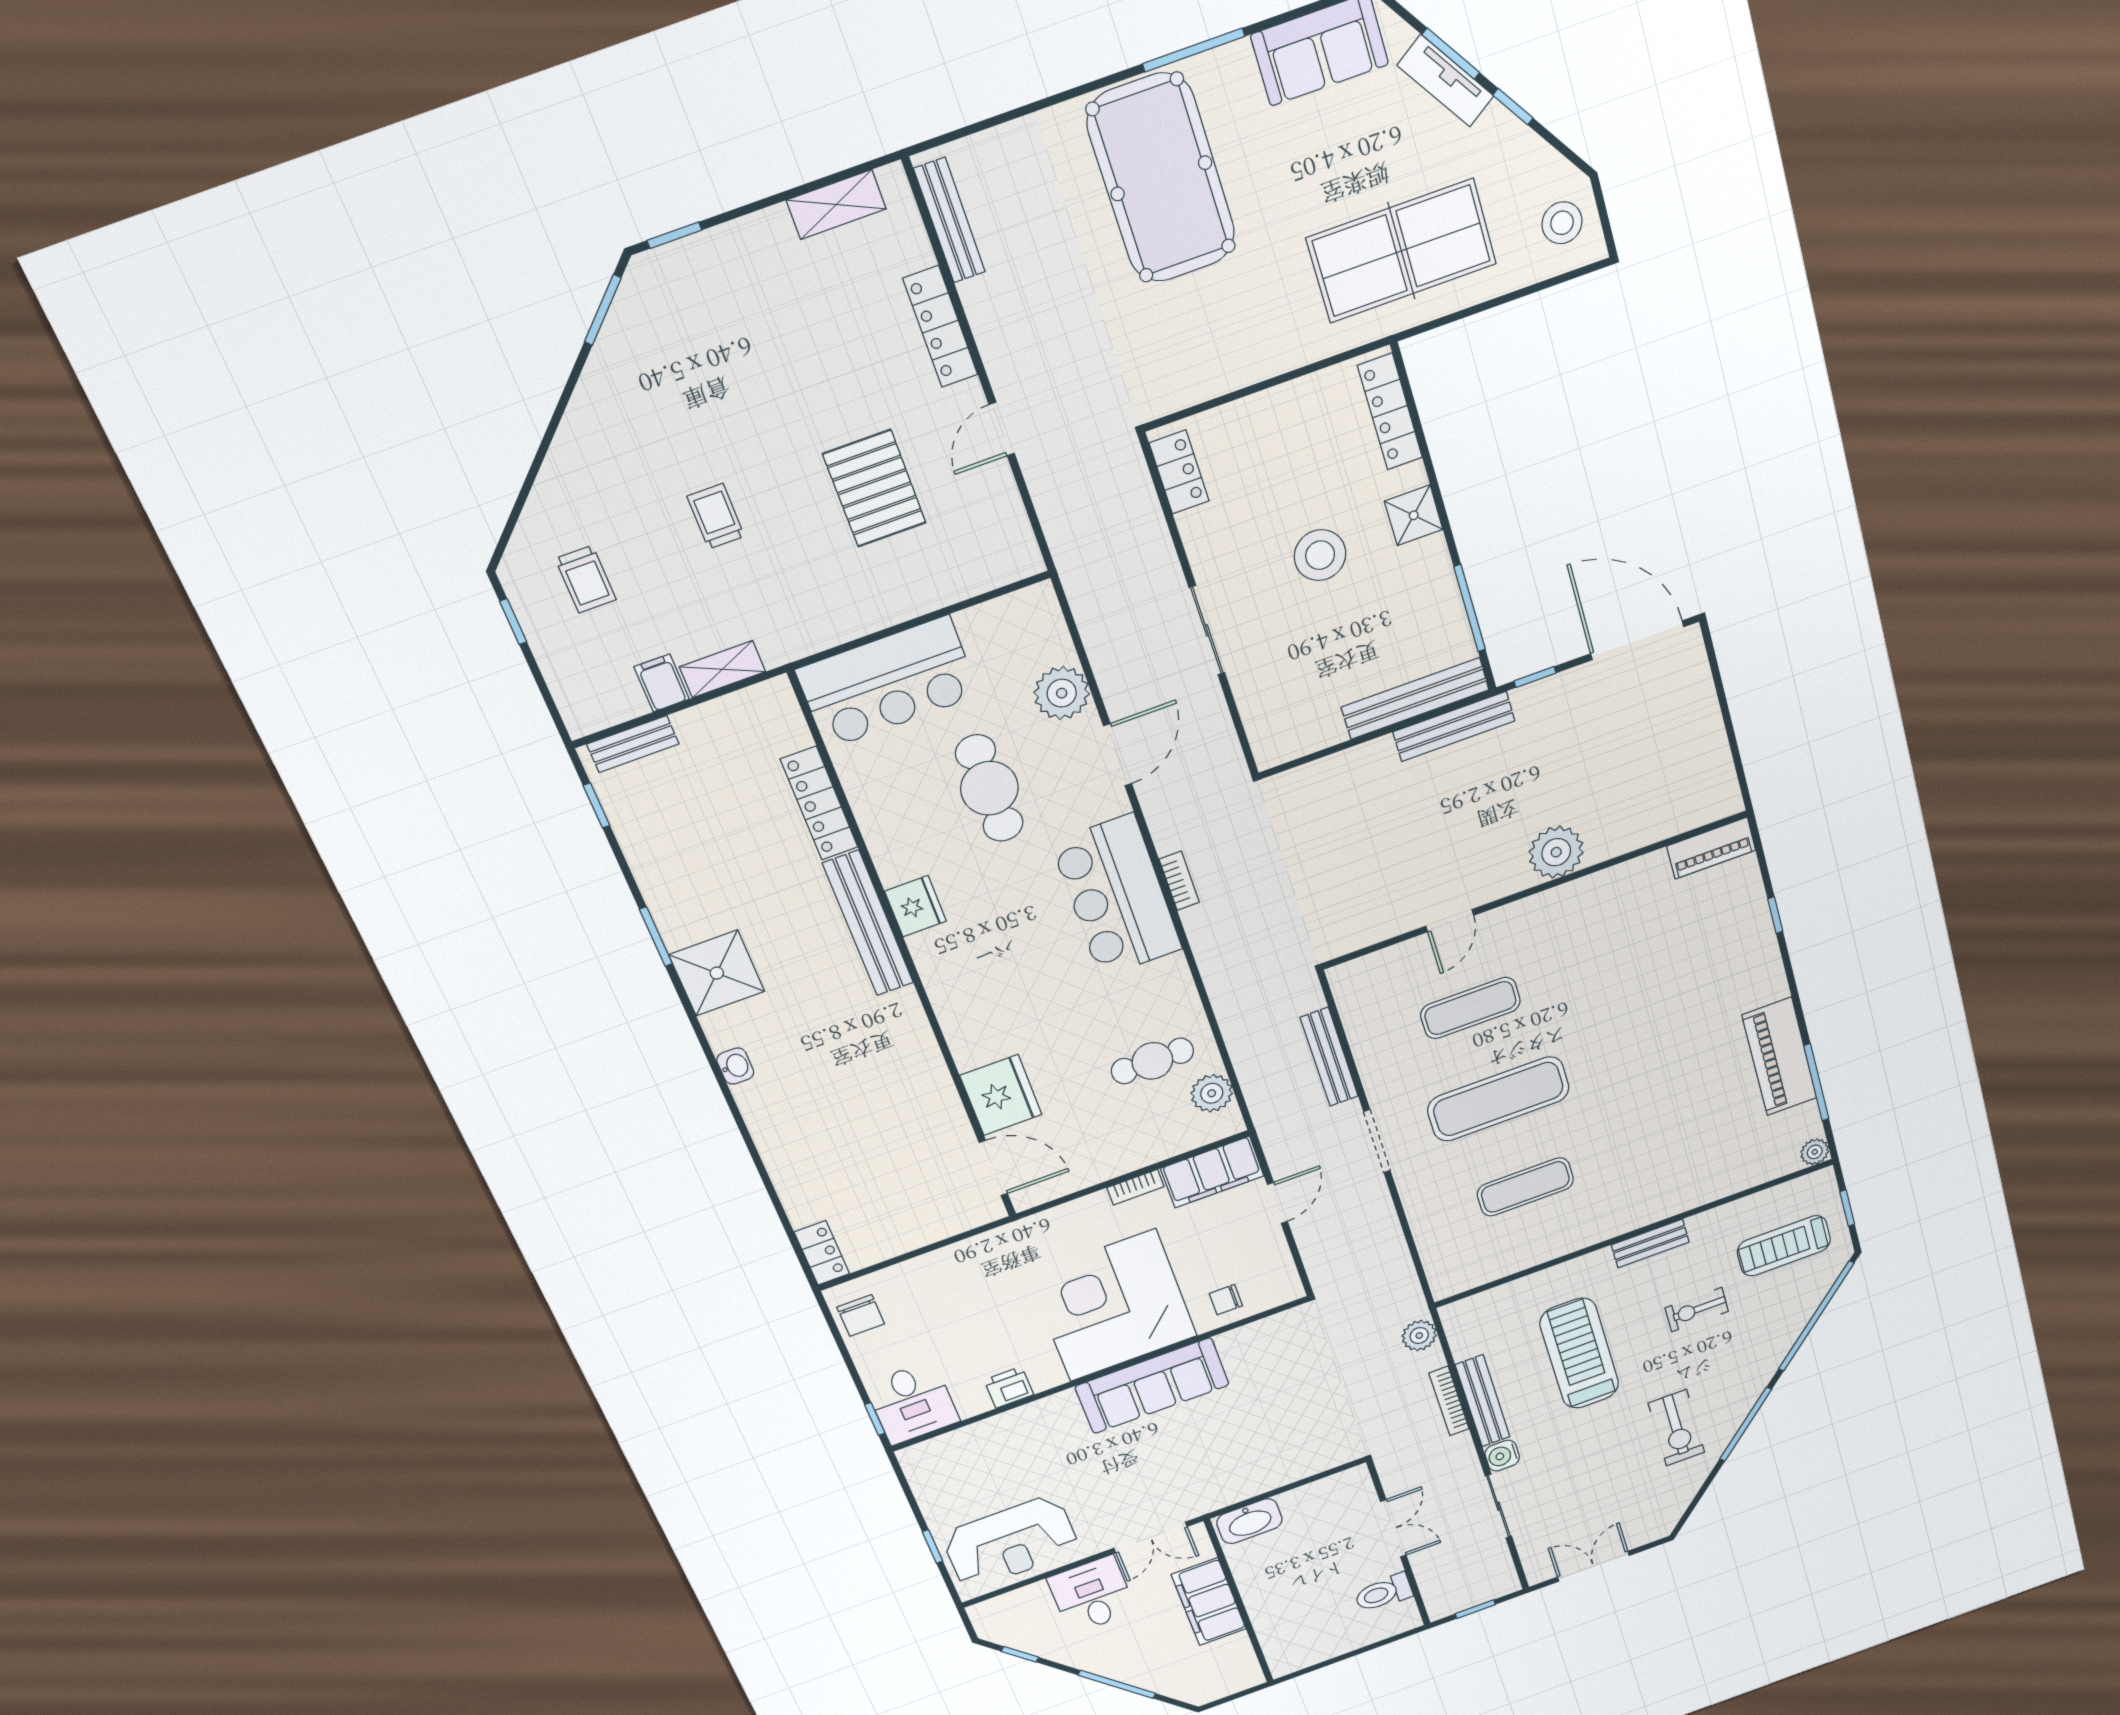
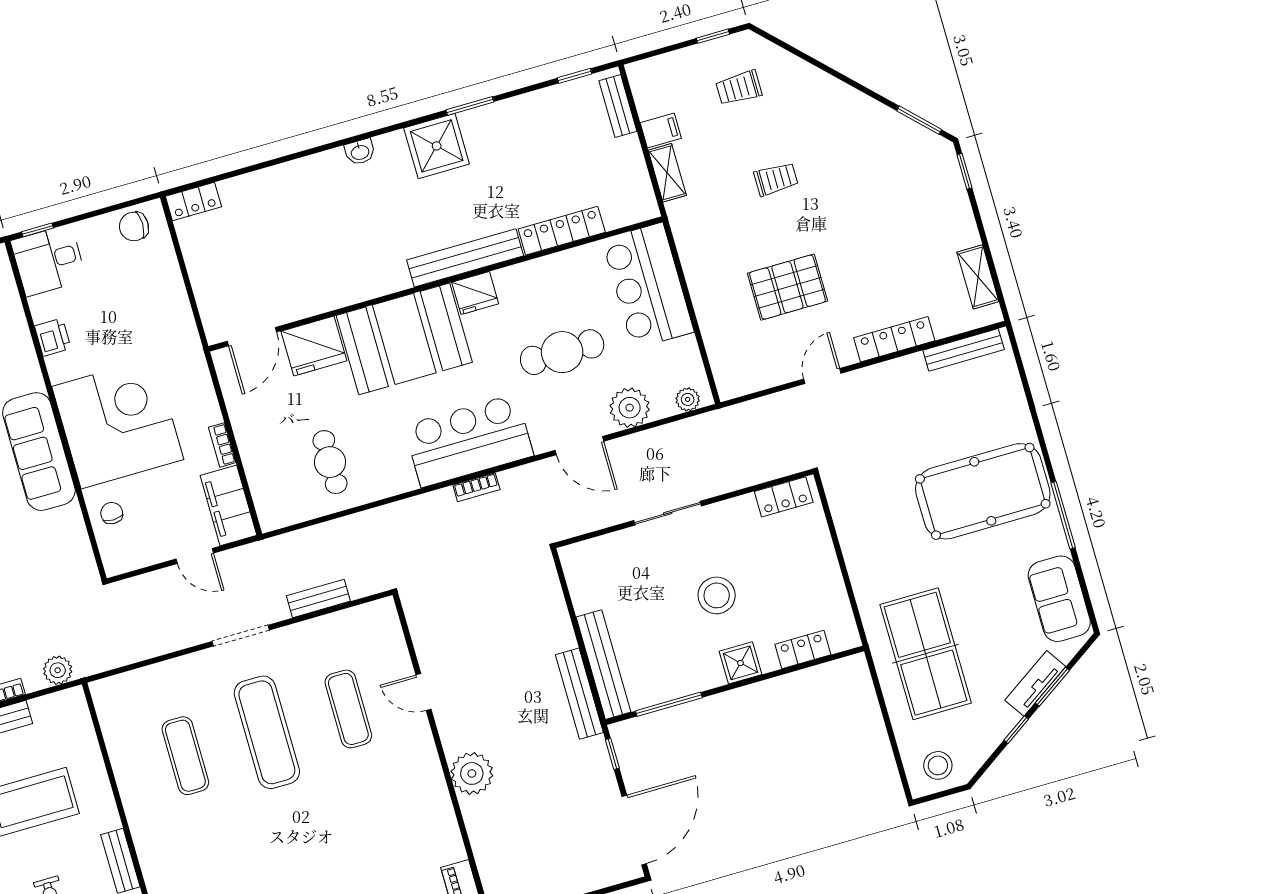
locker: (1390, 412) -> (803, 650), width x0.66
door: (1002, 429) -> (822, 376), hinge flipped
booth: (984, 988) -> (404, 339), added
bench: (1329, 1057) -> (318, 598), width x0.73
plant: (1212, 1093) -> (688, 399), moved, width x0.73, depth x0.73

